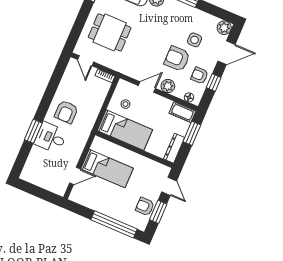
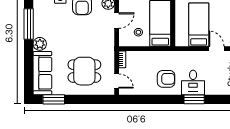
dining table: (110, 32) -> (84, 71), turned 90
door: (86, 61) -> (117, 81), hinge flipped
door: (147, 87) -> (117, 21), swing flipped

